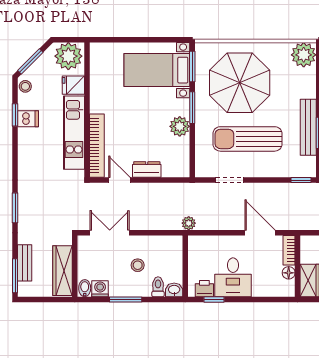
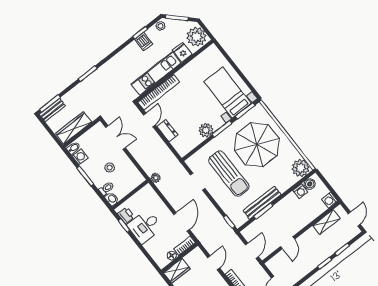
sun lounger: (247, 139) -> (229, 174), turned 180
bench: (25, 263) -> (52, 110), moved

